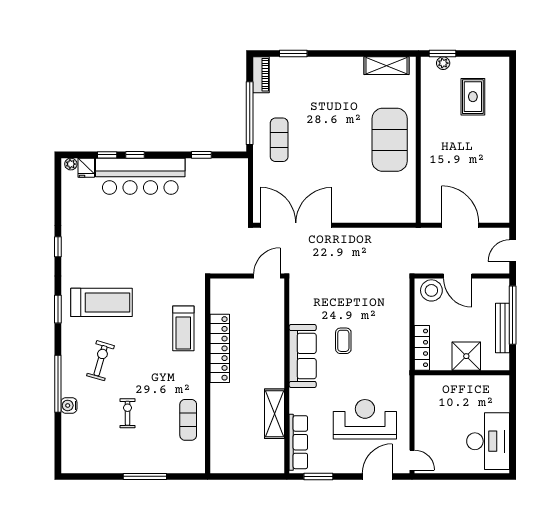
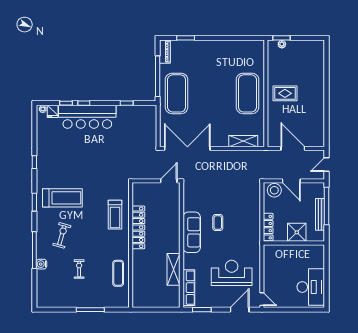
shelving: (386, 66) -> (243, 141), moved
rug: (473, 97) -> (285, 93), moved, turned 90
exercise mat: (279, 140) -> (177, 93), width x2.00, depth x1.45

